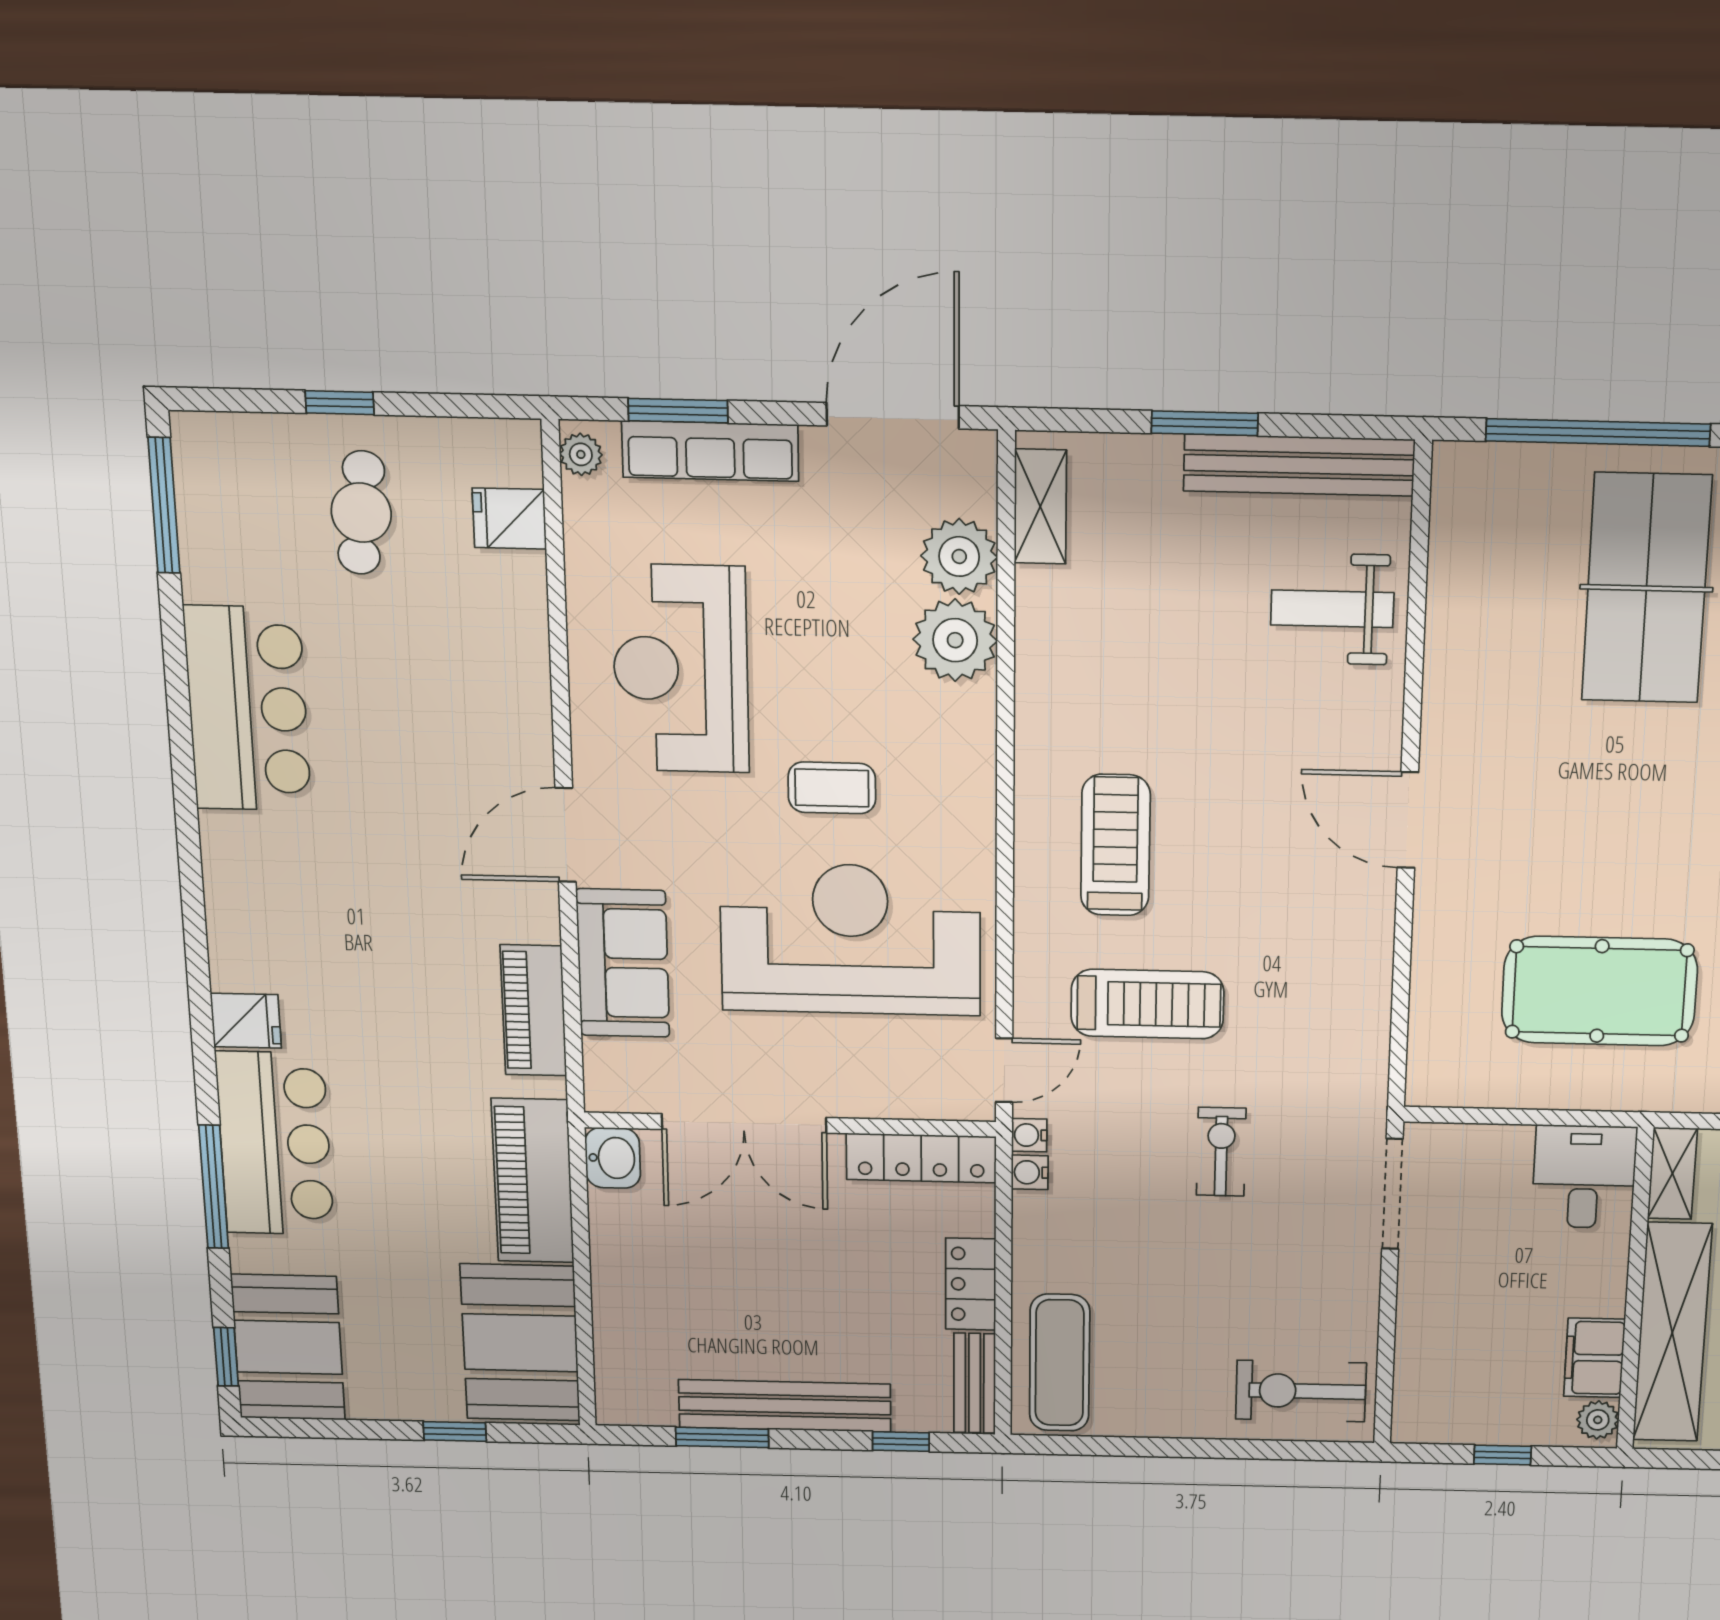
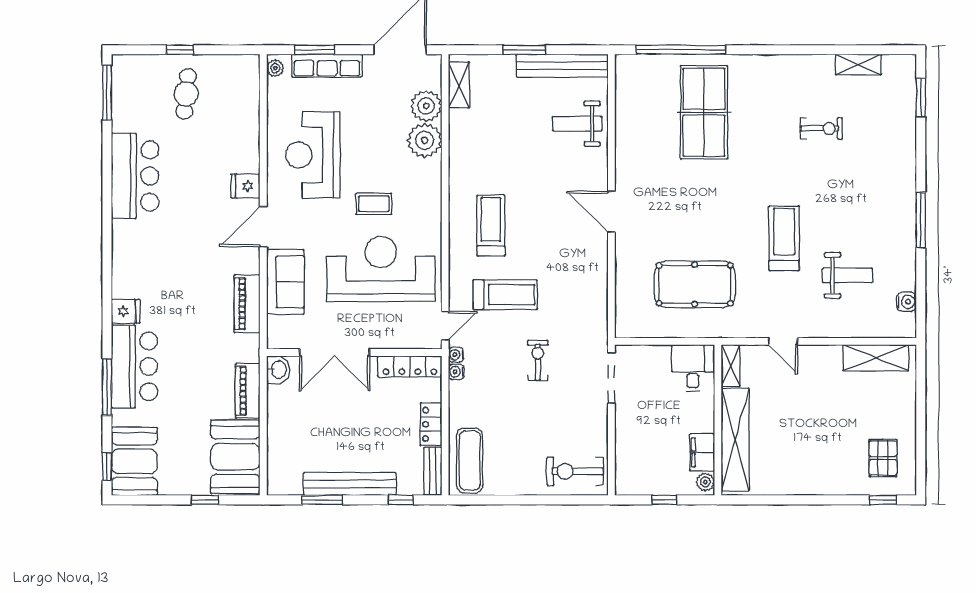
fridge: (509, 519) -> (246, 186), moved
piano: (533, 1181) -> (248, 391), width x0.73, depth x0.75

